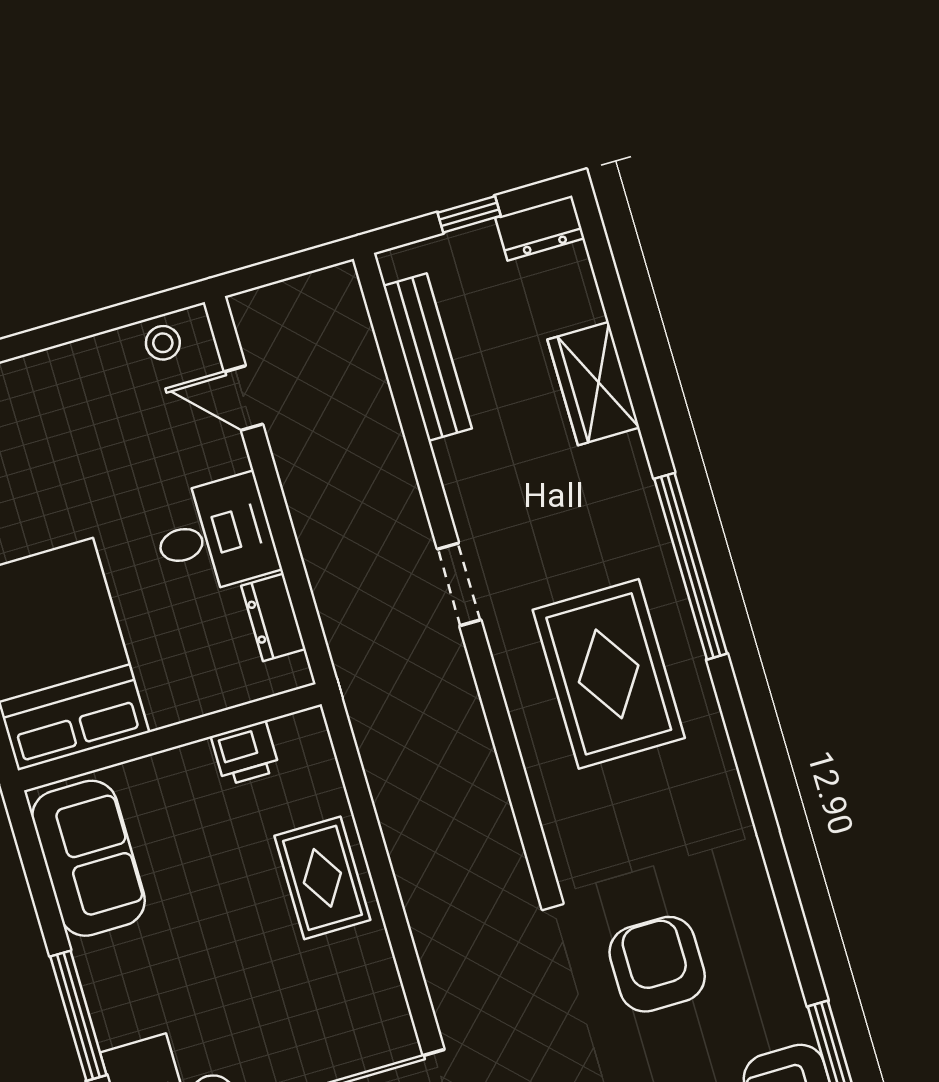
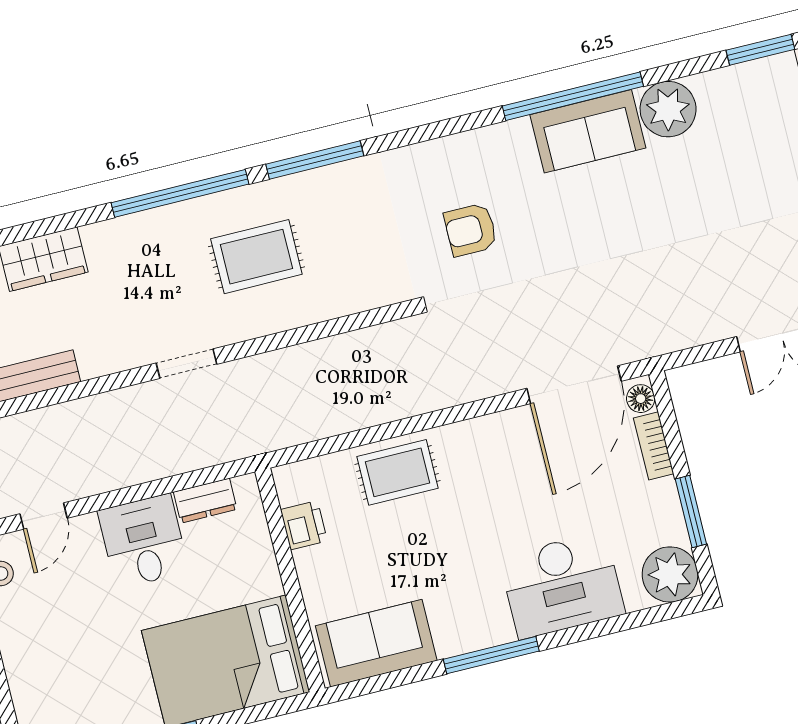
rug: (609, 674) -> (256, 257), width x0.73, depth x0.70
window: (743, 748) -> (315, 160), added
armchair: (657, 964) -> (471, 230), width x0.72, depth x0.72

